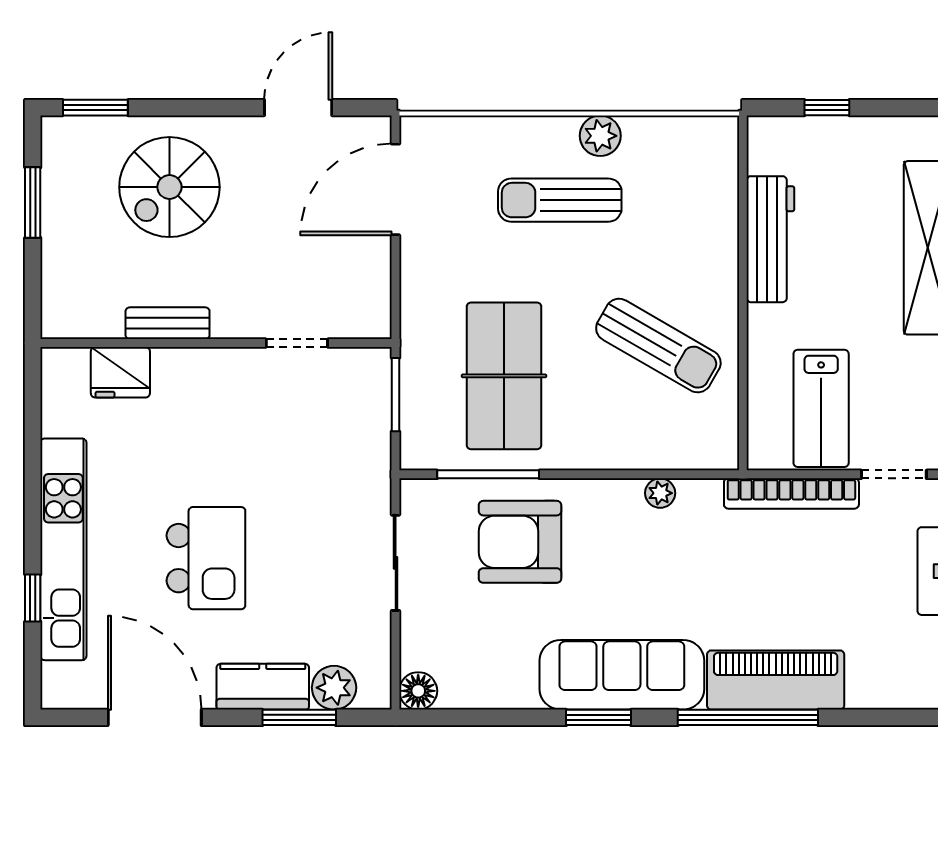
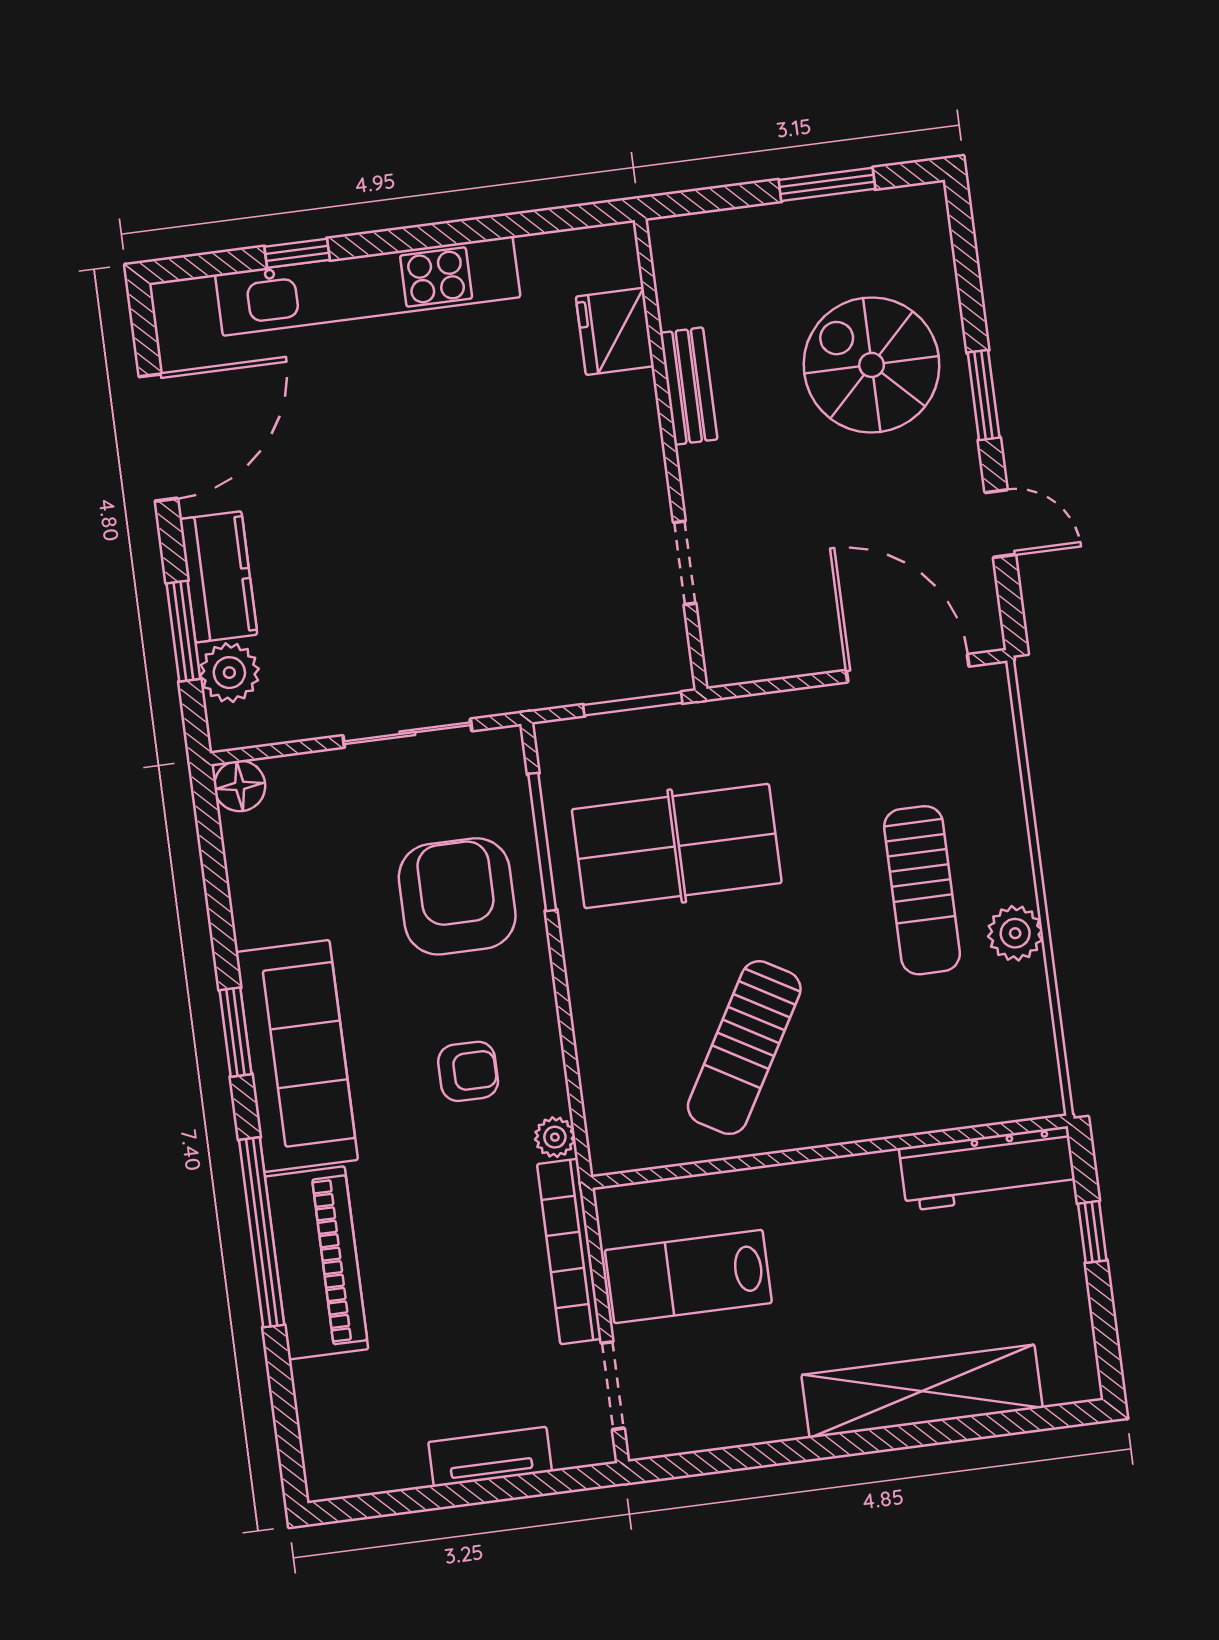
window: (95, 108) -> (984, 395), moved
door: (298, 108) -> (1000, 524), width x0.73
sun lounger: (560, 200) -> (922, 890), turned 180
workbench: (770, 239) -> (987, 1169), moved
plant: (660, 493) -> (555, 1137), moved
armchair: (649, 551) -> (468, 1071), added
kitchen island: (206, 558) -> (381, 478), removed

